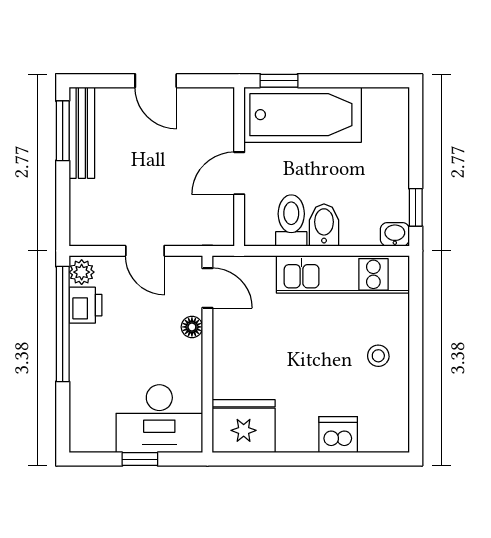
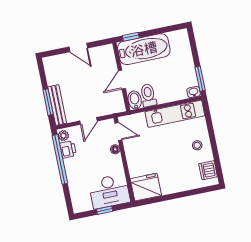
window: (63, 131) -> (48, 102), moved
bench: (82, 133) -> (57, 105), moved
window: (416, 207) -> (200, 79), width x1.50
bidet: (324, 225) -> (135, 100), moved
door: (145, 251) -> (89, 121), hinge flipped
dishwasher: (338, 435) -> (208, 170), moved, turned -90

